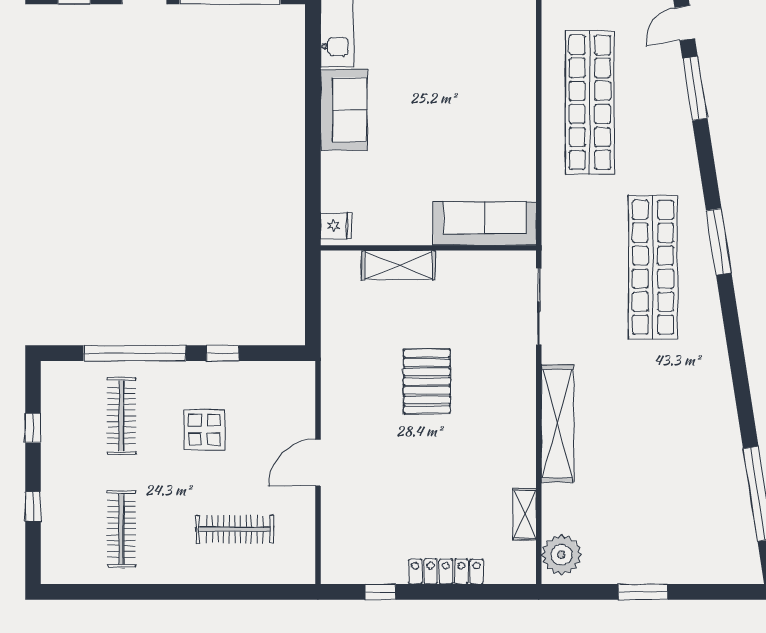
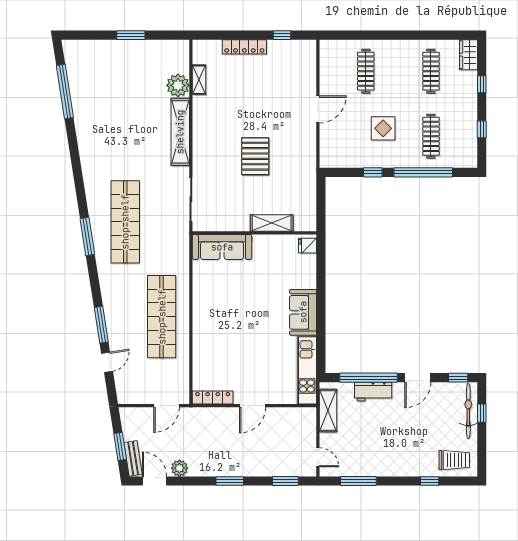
clothes rail: (235, 529) -> (366, 71), turned 90
plant: (561, 555) -> (178, 85), moved
wardrobe: (56, 558) -> (469, 55), added

